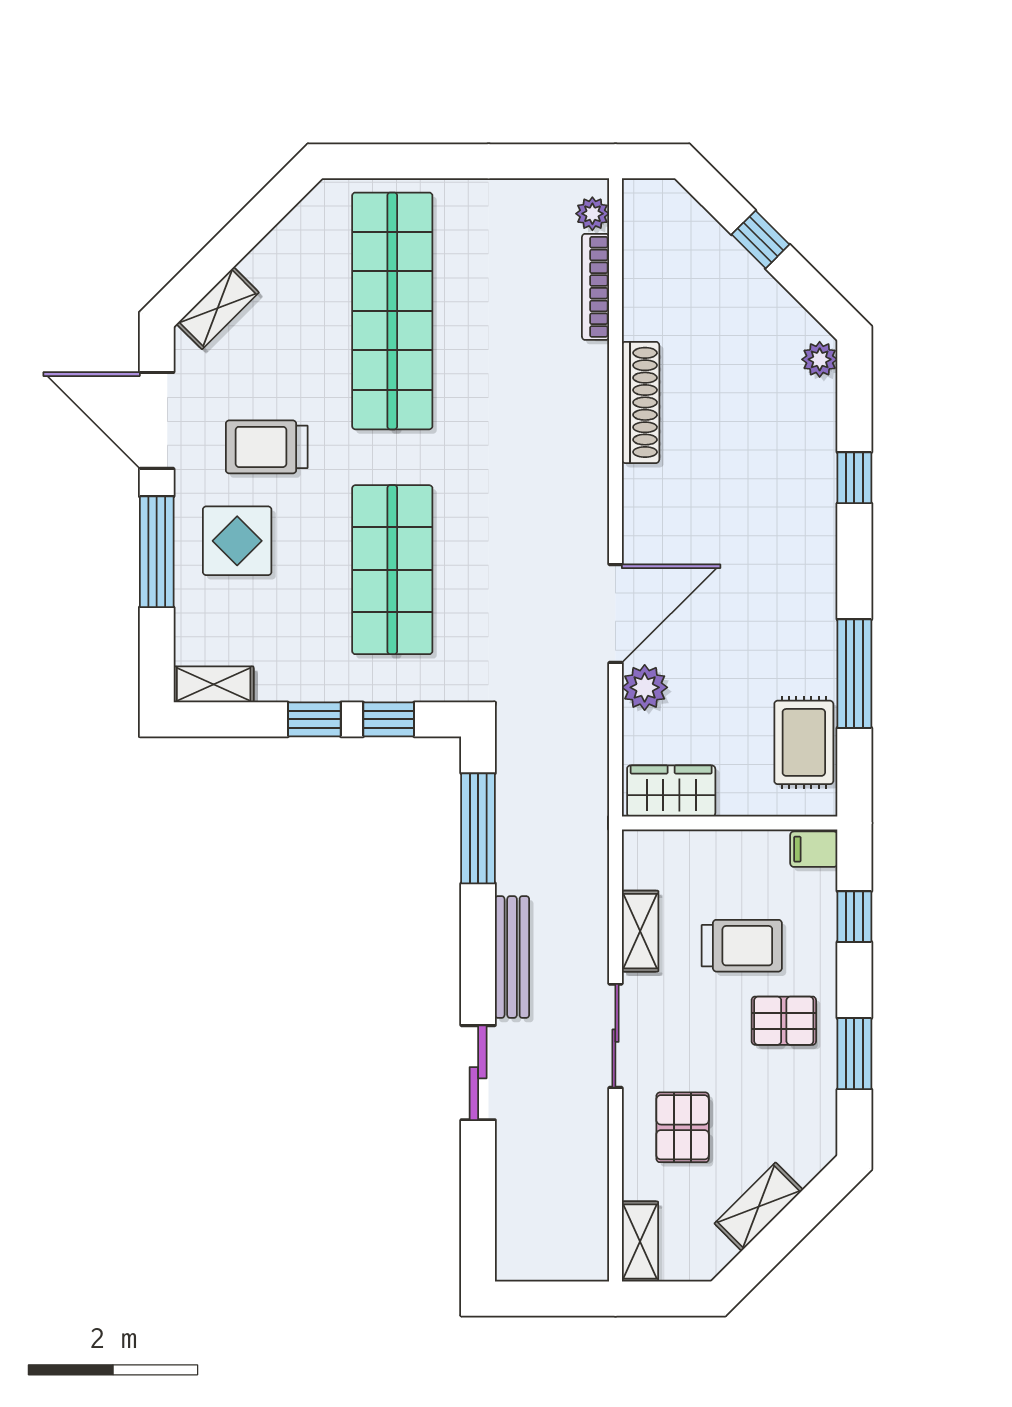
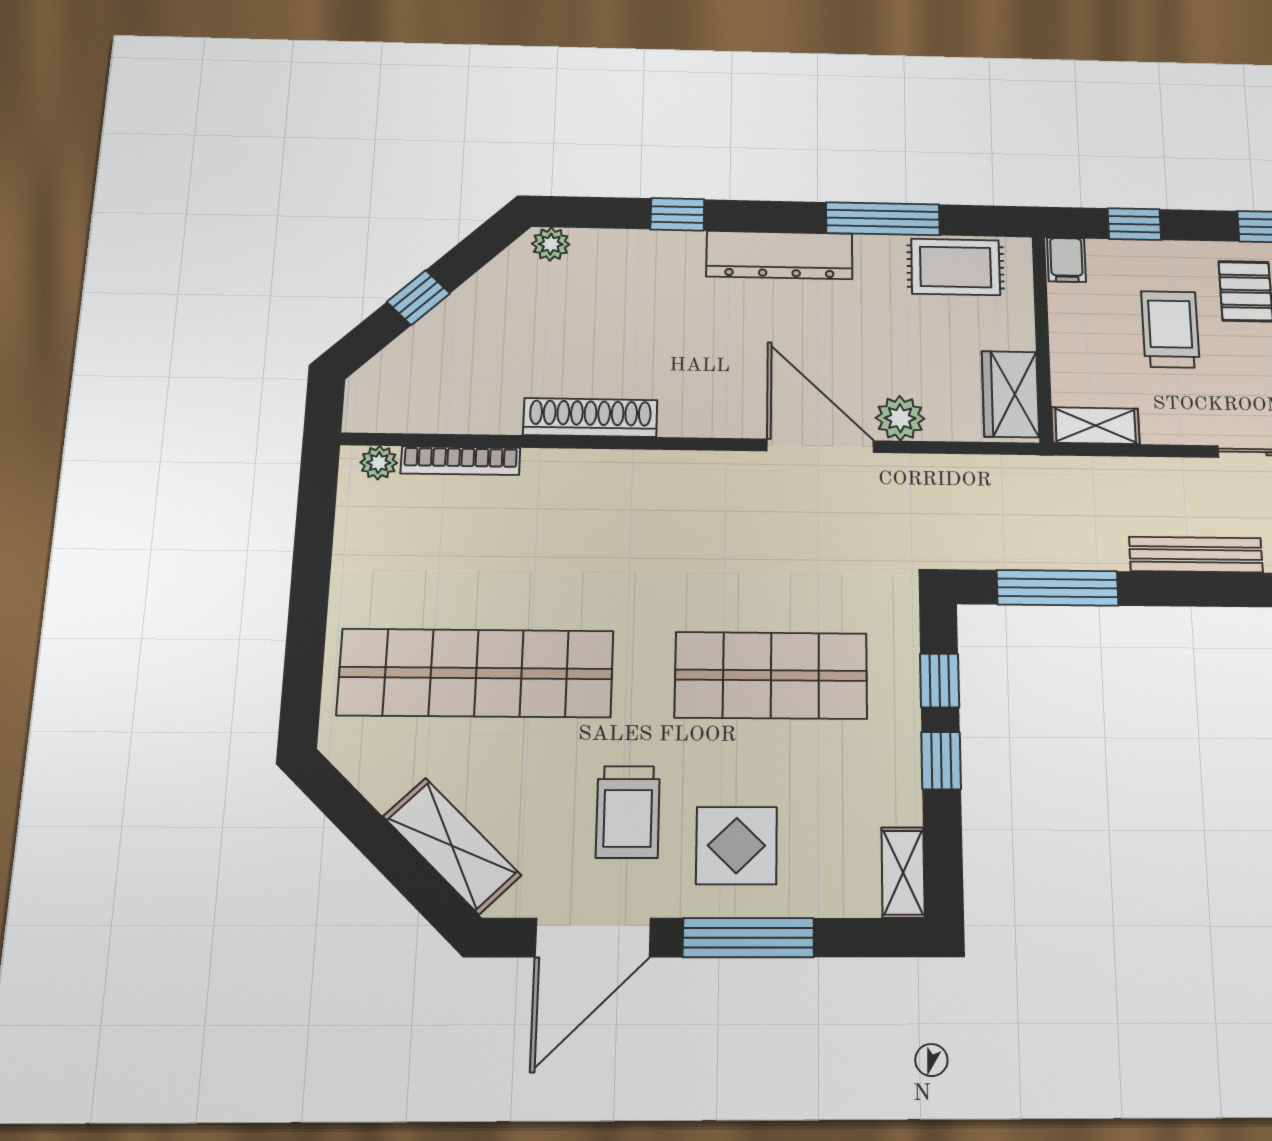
shelving: (218, 308) -> (452, 846), width x1.50, depth x1.33
dresser: (813, 575) -> (779, 255), added
shelving: (640, 931) -> (1095, 426), moved

